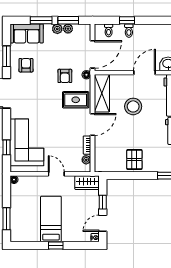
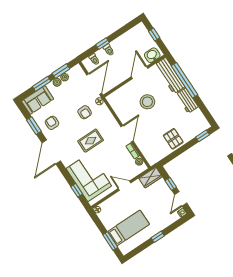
shelving: (102, 93) -> (119, 107), removed
rug: (76, 100) -> (91, 141), moved
bed: (51, 219) -> (129, 228), moved, turned 90

